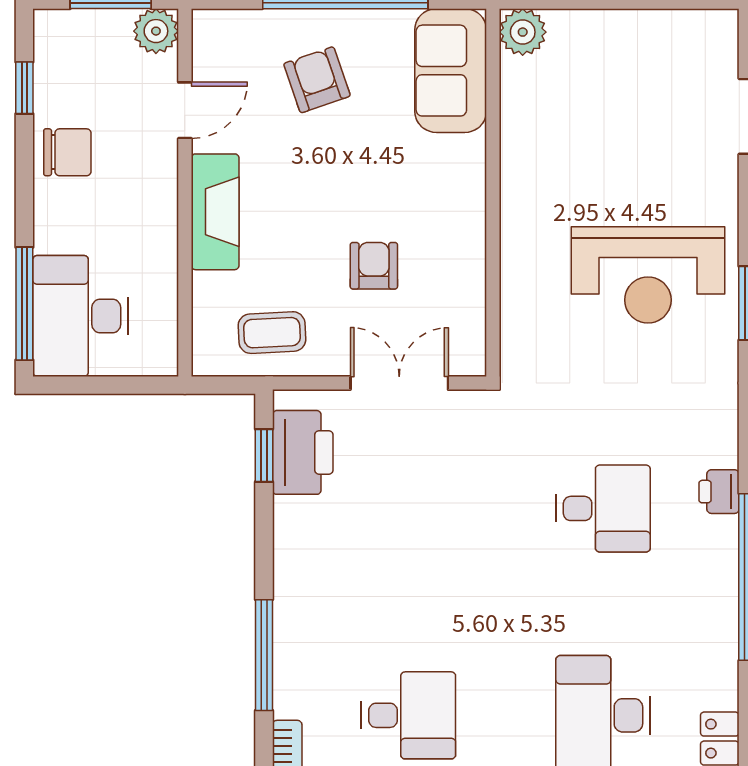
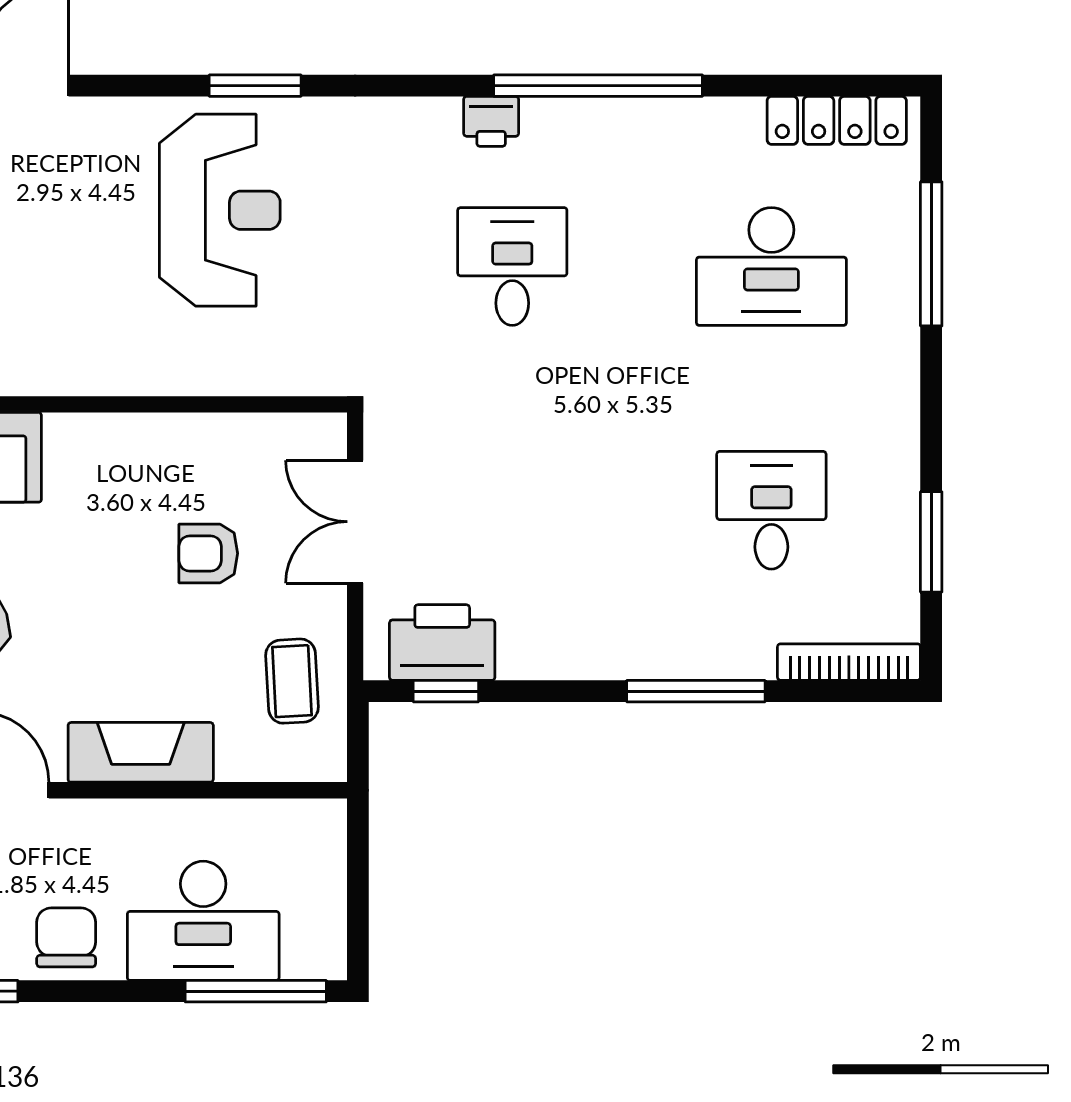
desk: (81, 316) -> (203, 921), moved

